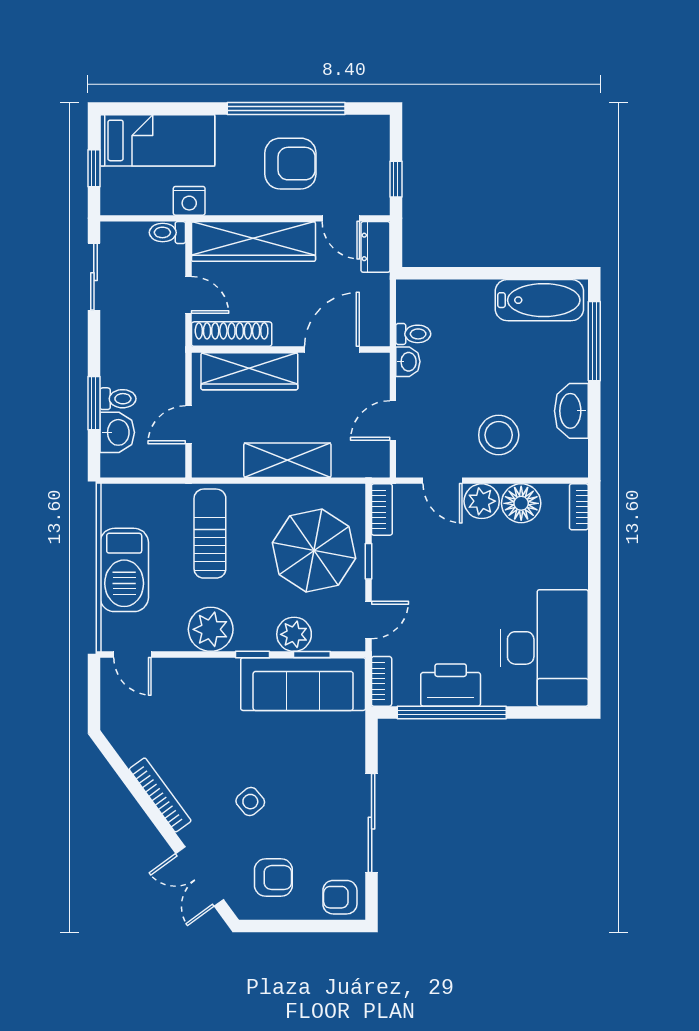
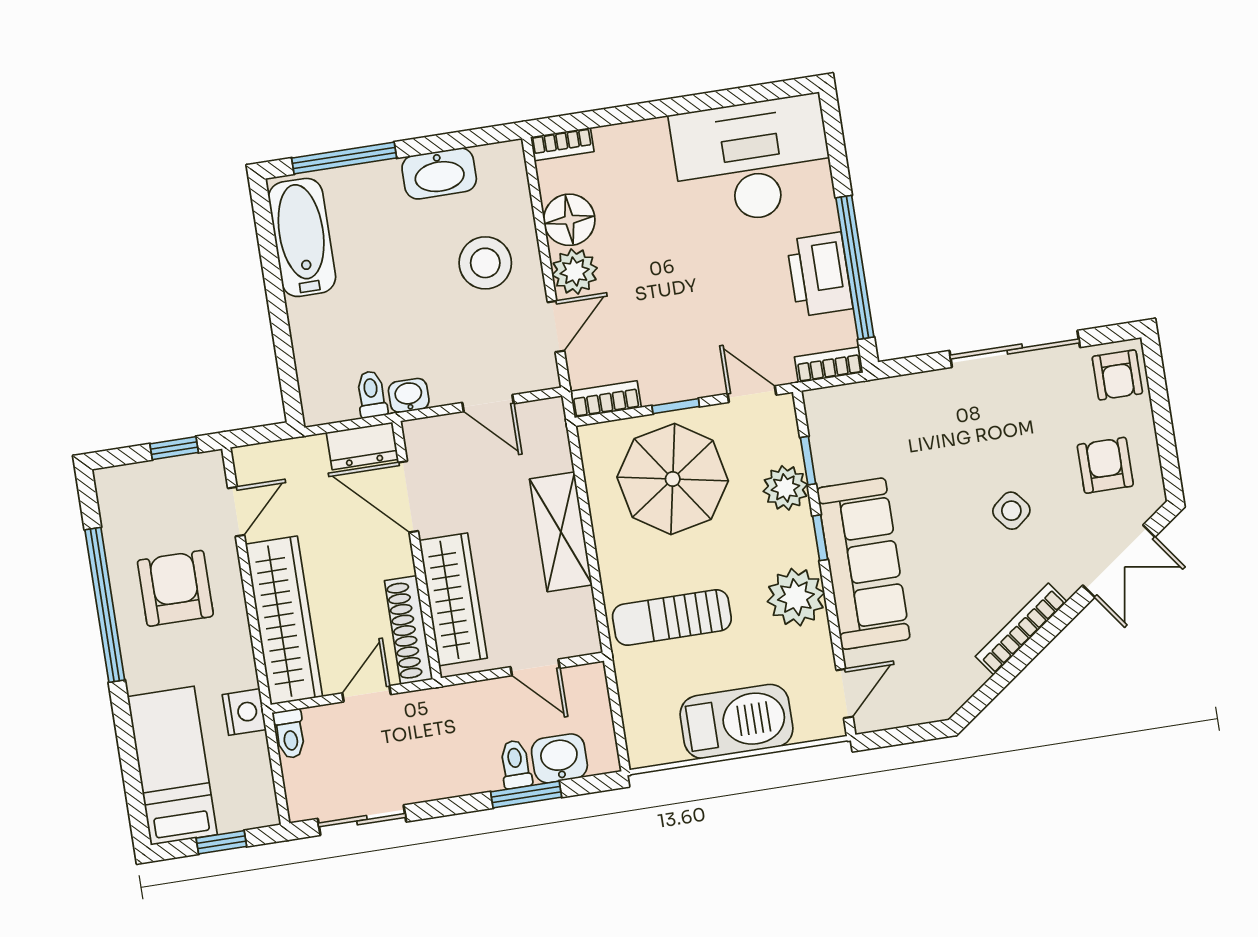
dresser: (375, 247) -> (362, 446), moved
sofa: (303, 684) -> (863, 564), moved

